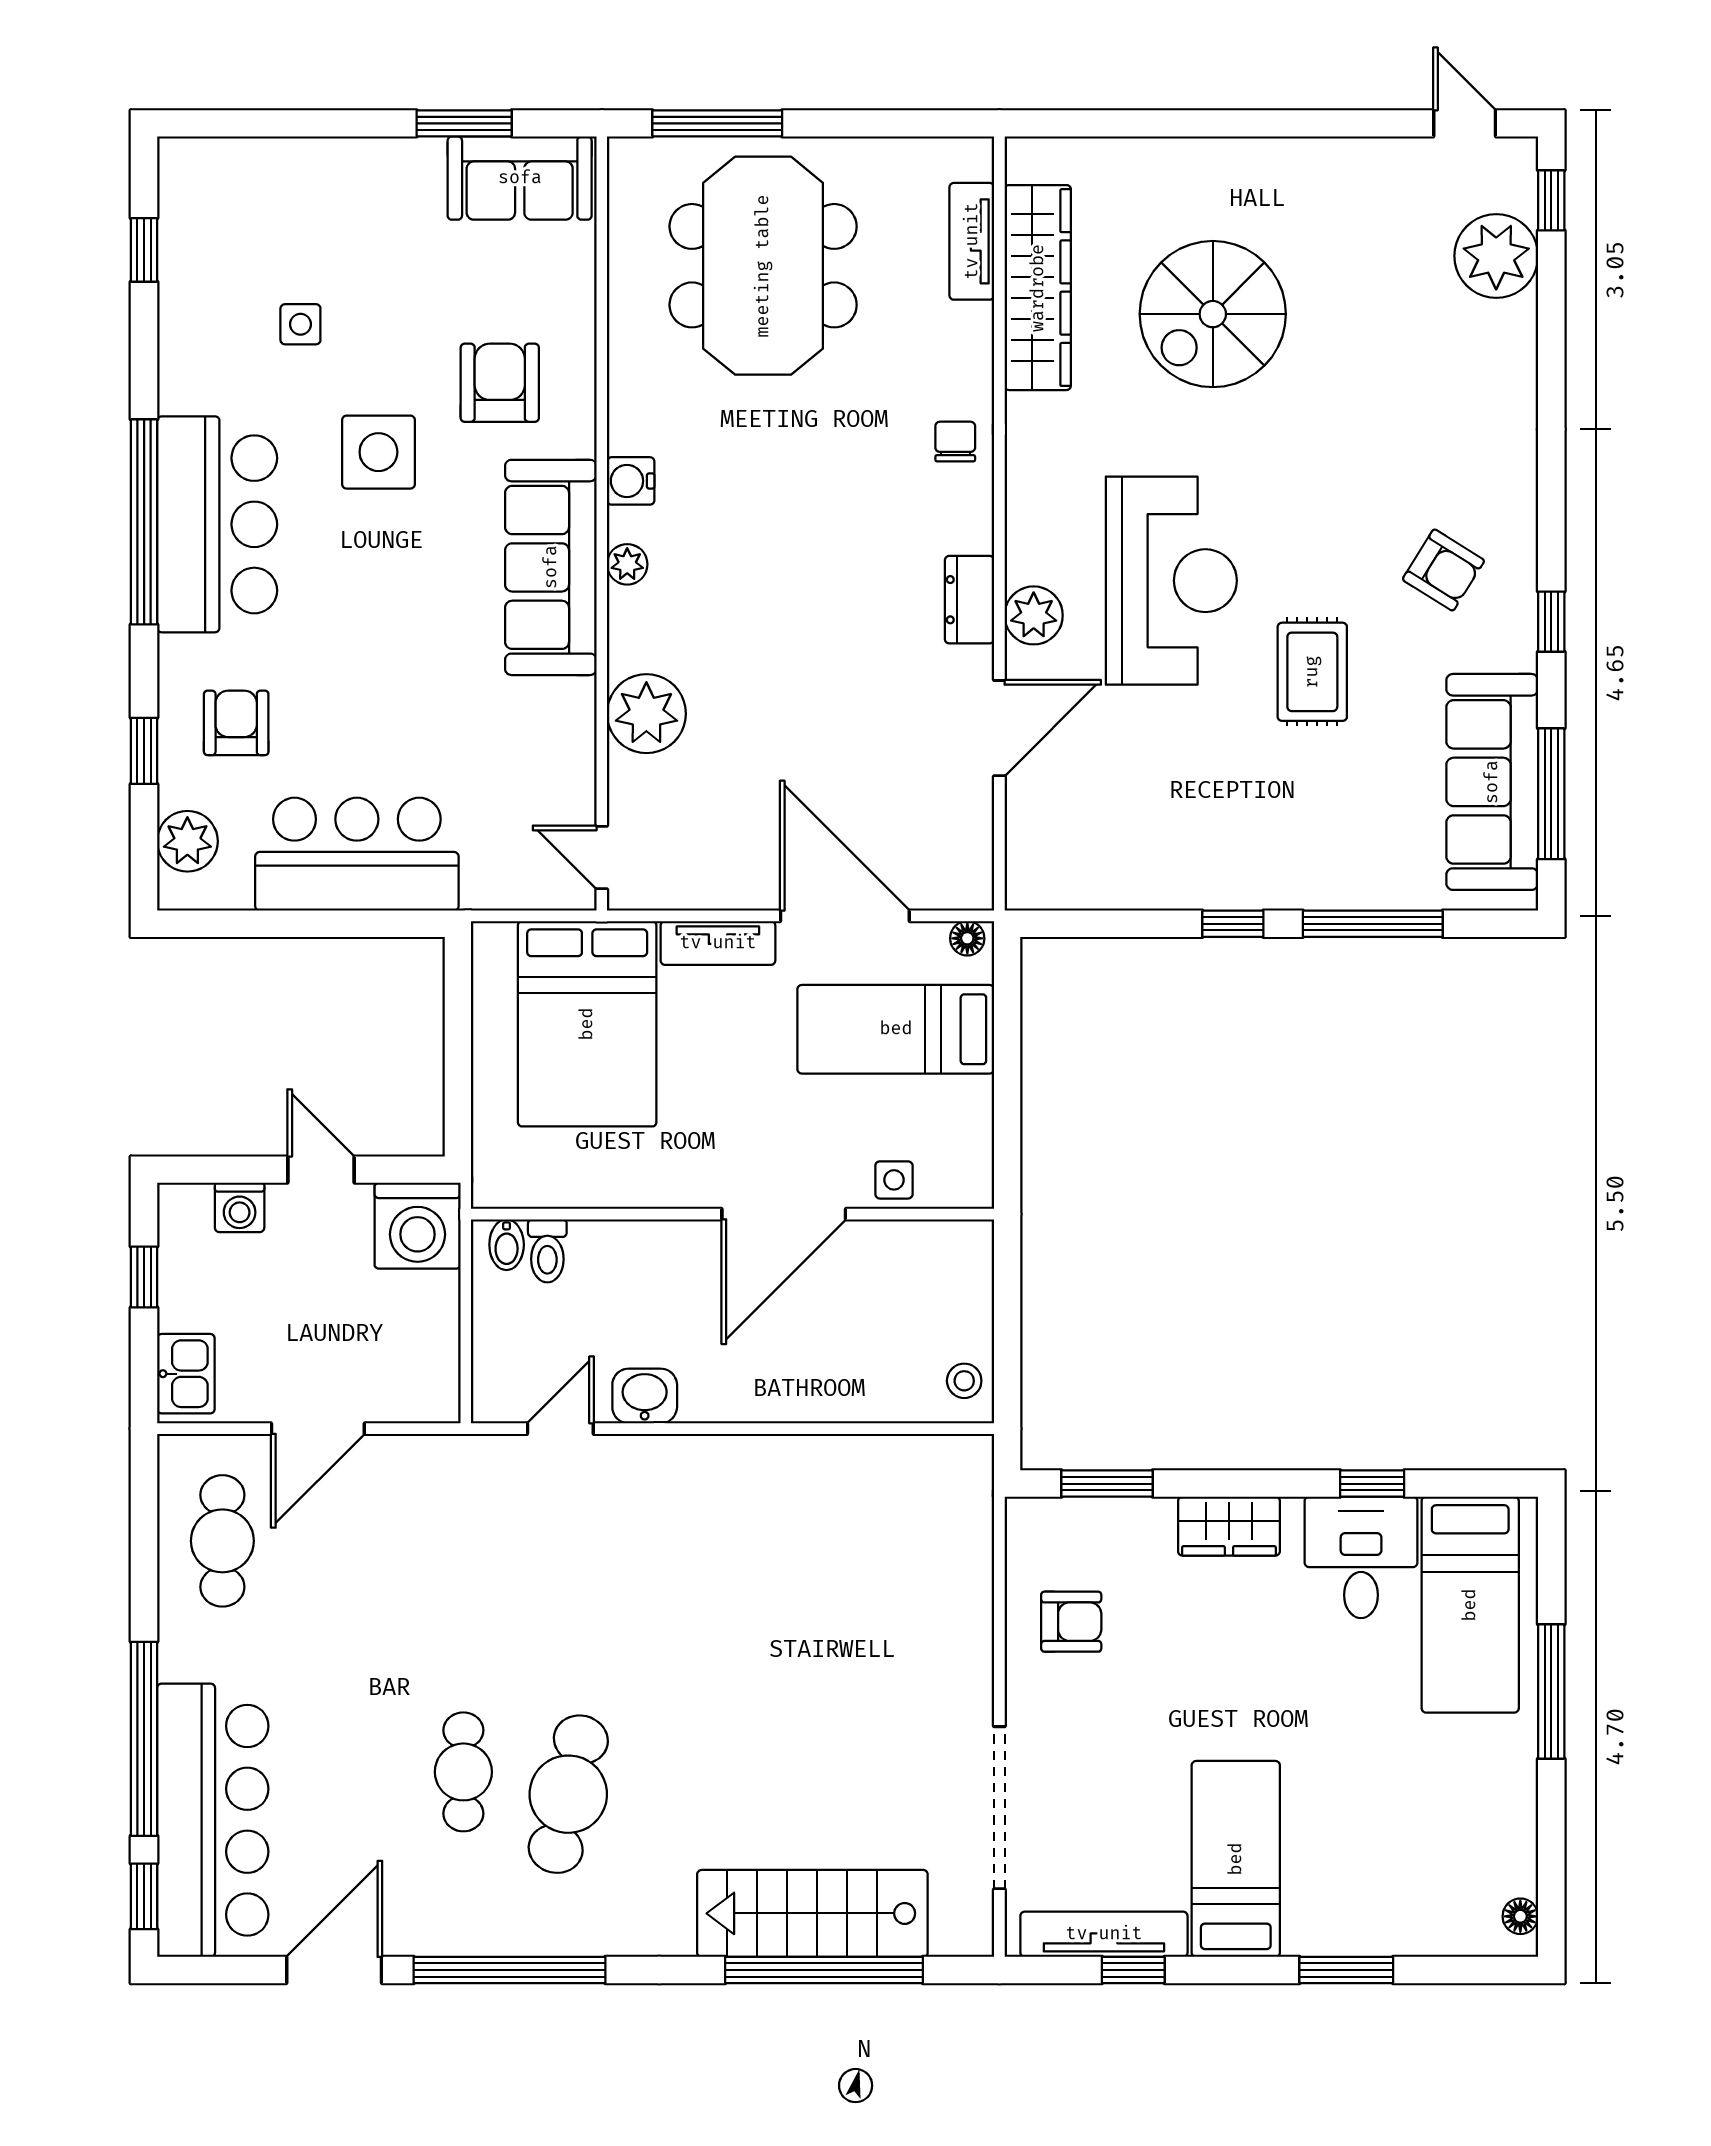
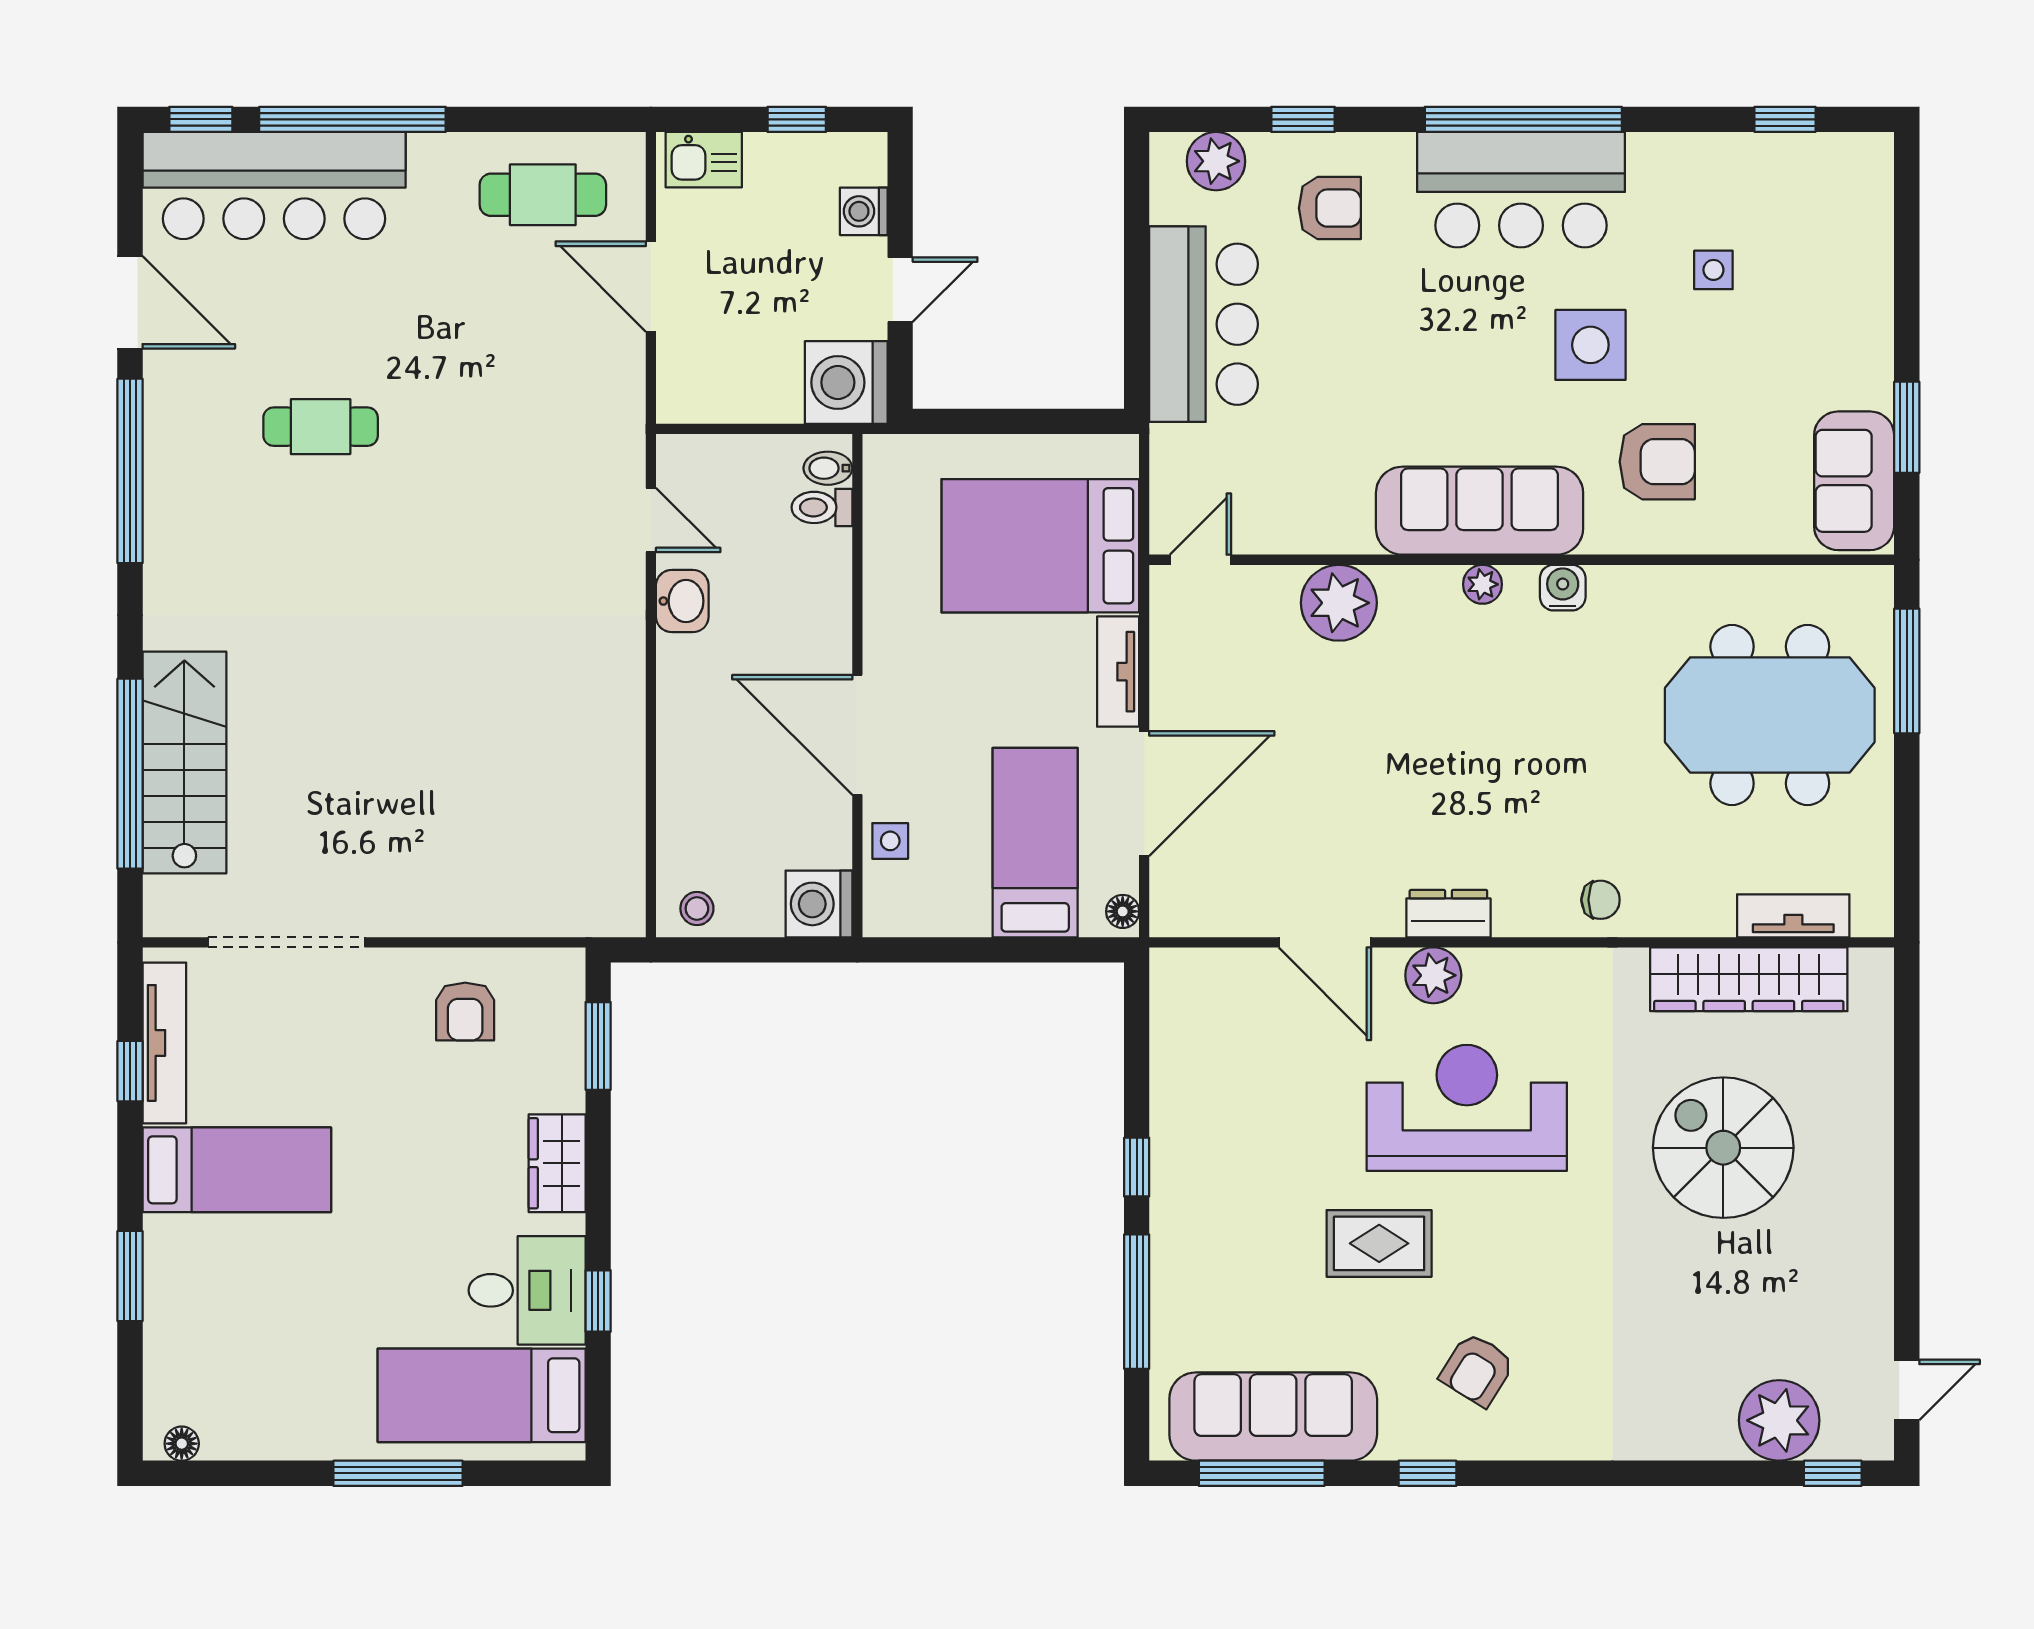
reception desk: (1171, 581) -> (1467, 1108), turned 180
washing machine: (959, 1254) -> (819, 904), added
cafe table: (568, 1794) -> (299, 528), removed

